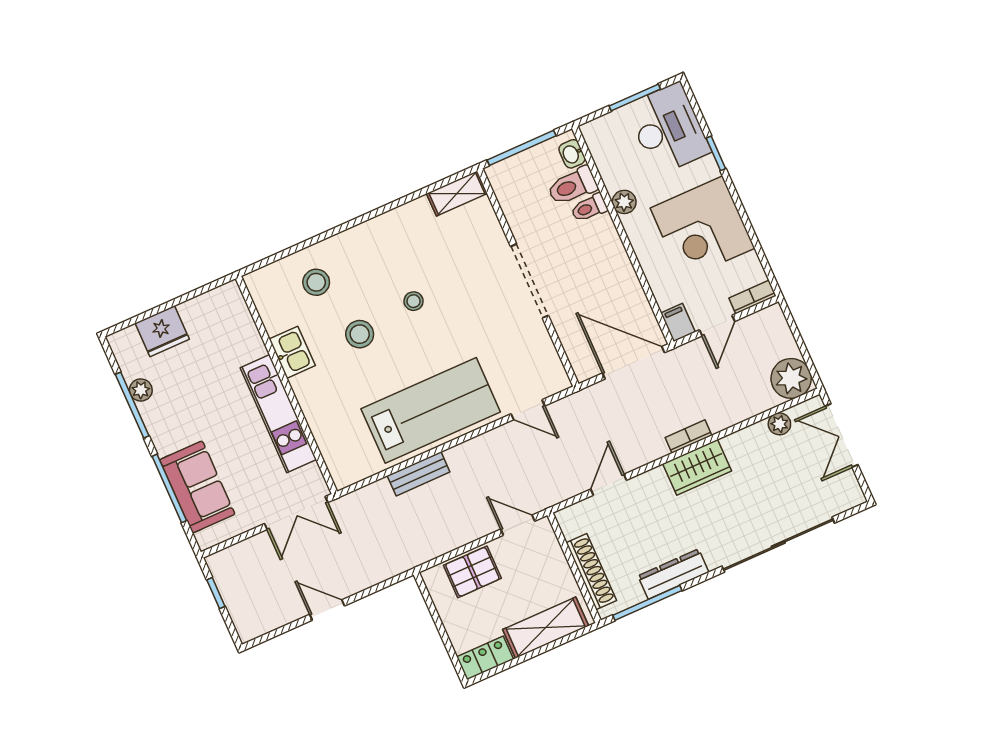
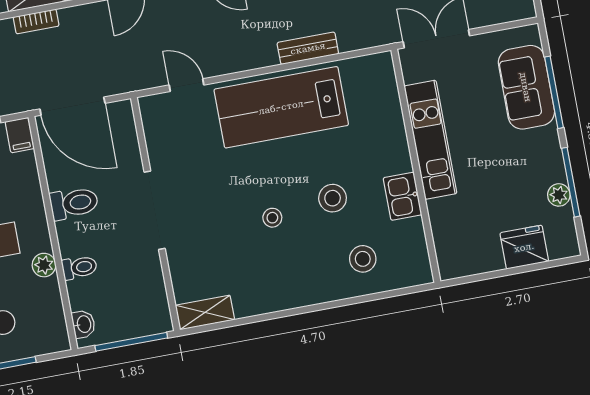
toilet: (572, 186) -> (74, 203), moved

